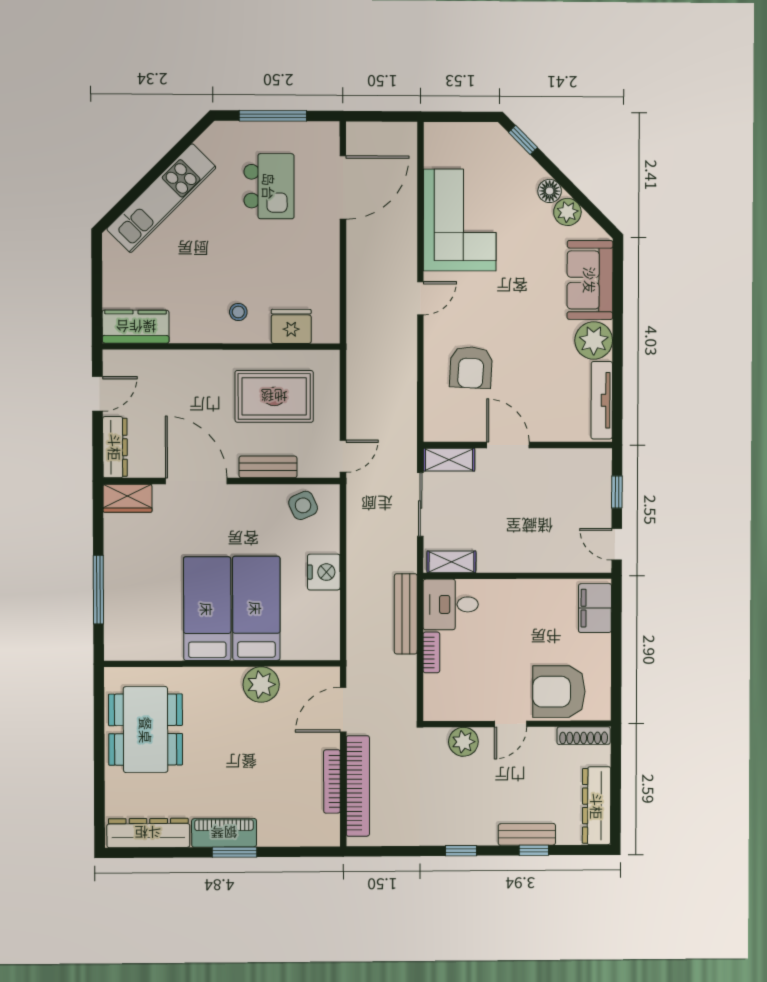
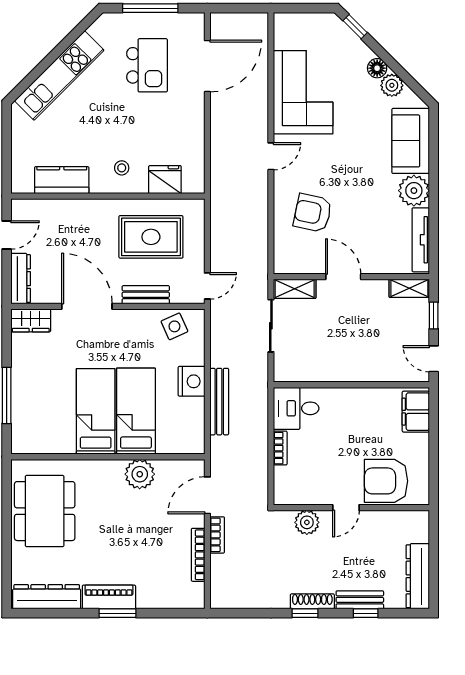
kitchen counter: (136, 327) -> (62, 180), moved
armchair: (471, 367) -> (313, 213), turned 99
shelving: (451, 562) -> (409, 288), moved
bench: (406, 614) -> (219, 402), moved
shoe rack: (584, 736) -> (312, 601), moved, turned 180
bookcase: (358, 786) -> (217, 535), width x0.43, depth x0.76

